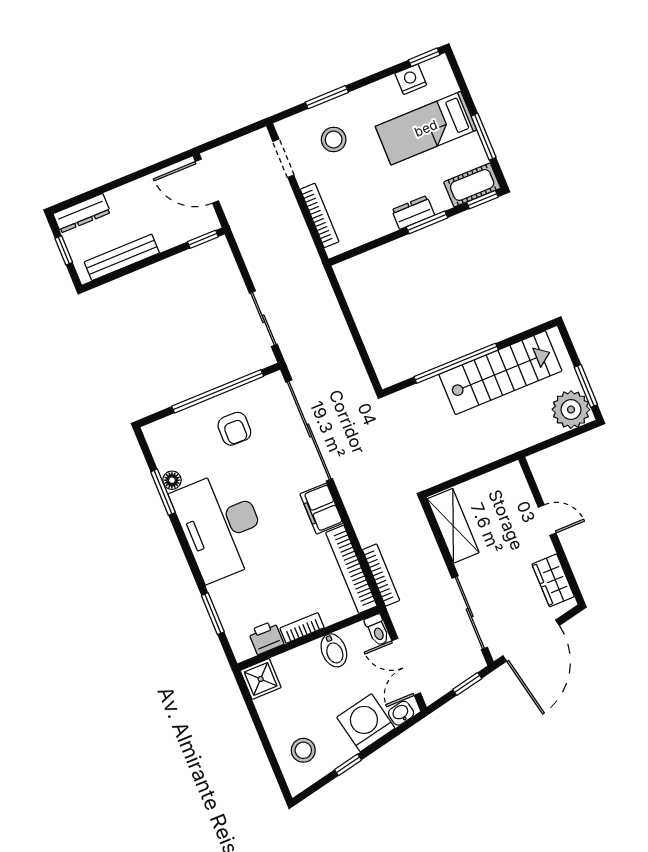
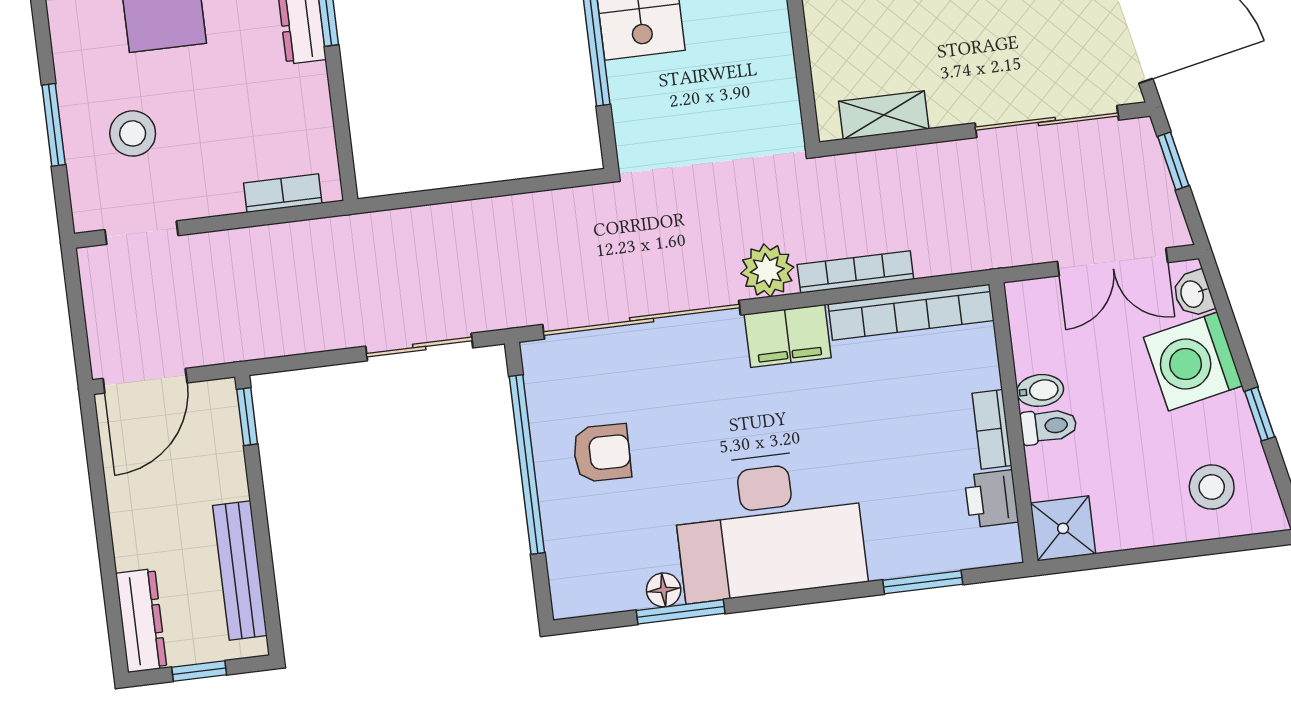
bookcase: (320, 215) -> (283, 193), width x0.64
plant: (353, 489) -> (767, 270), added
shelving: (453, 526) -> (884, 115), width x0.67, depth x0.75
bookcase: (381, 575) -> (855, 272), moved
toilet: (377, 630) -> (1049, 426), moved
bidet: (334, 650) -> (1040, 390), width x0.72, depth x0.74

